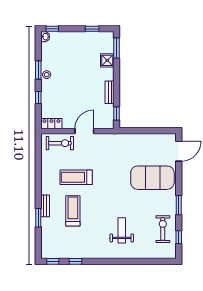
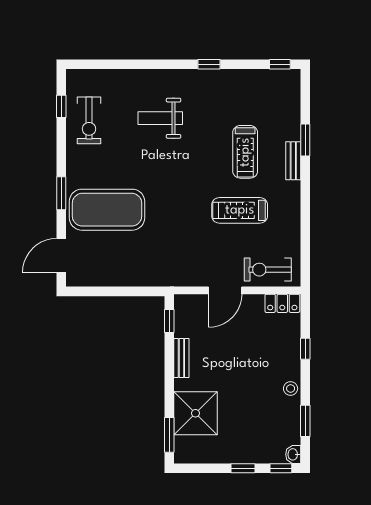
window: (92, 29) -> (243, 468), moved
shower: (107, 60) -> (195, 413), width x1.86, depth x1.86
window: (38, 70) -> (305, 421), moved
treadmill: (76, 177) -> (240, 210), turned 180
window: (179, 205) -> (61, 193), moved
weight bench: (122, 230) -> (160, 118), turned 90
window: (75, 261) -> (209, 64), moved

